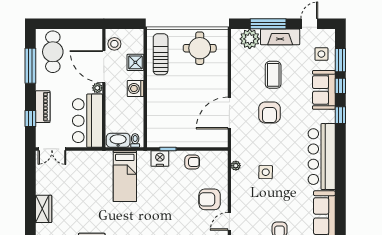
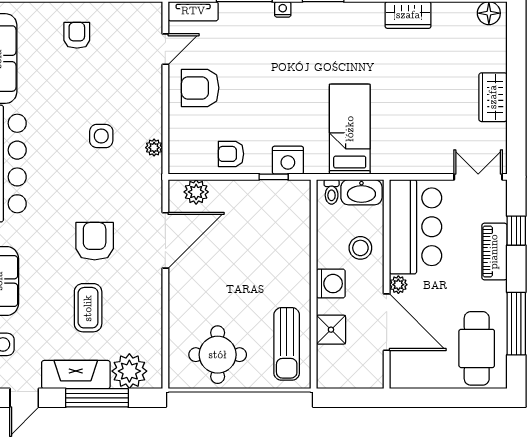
stool: (114, 44) -> (360, 248), moved
plant: (212, 140) -> (196, 192), added
armchair: (210, 199) -> (200, 88), turned 180
wardrobe: (44, 209) -> (493, 97), moved

